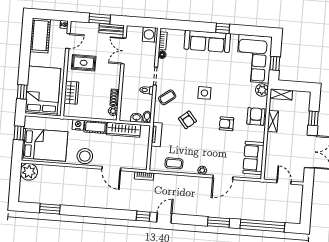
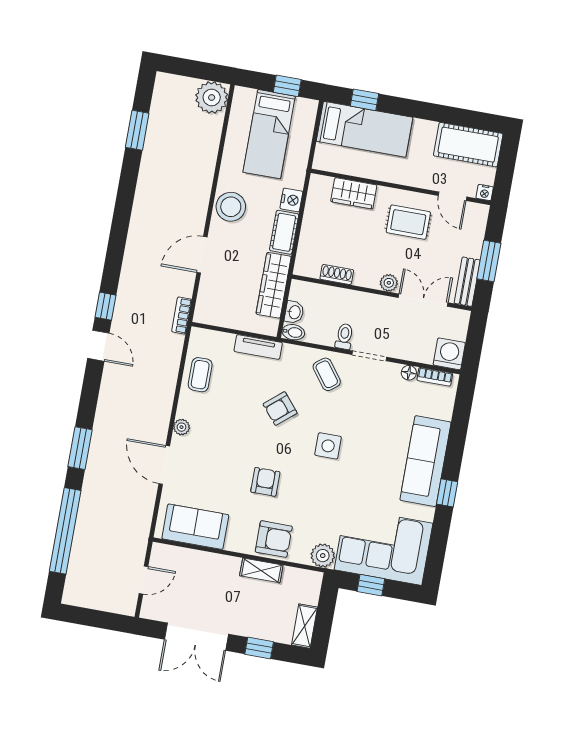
rug: (84, 63) -> (408, 222), turned 90
bed: (43, 91) -> (365, 129), width x0.67
shelving: (281, 94) -> (304, 626), moved
plant: (113, 111) -> (389, 283), moved
bed: (45, 145) -> (269, 134), width x0.67

